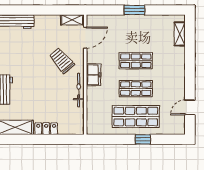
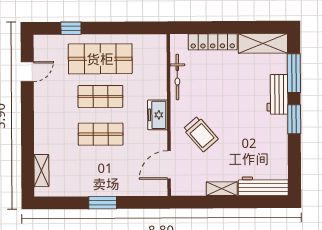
shelving: (72, 20) -> (222, 189), moved
bicycle: (79, 90) -> (177, 77), moved
locker: (46, 129) -> (213, 42), width x1.53
window: (143, 139) -> (71, 28), moved

